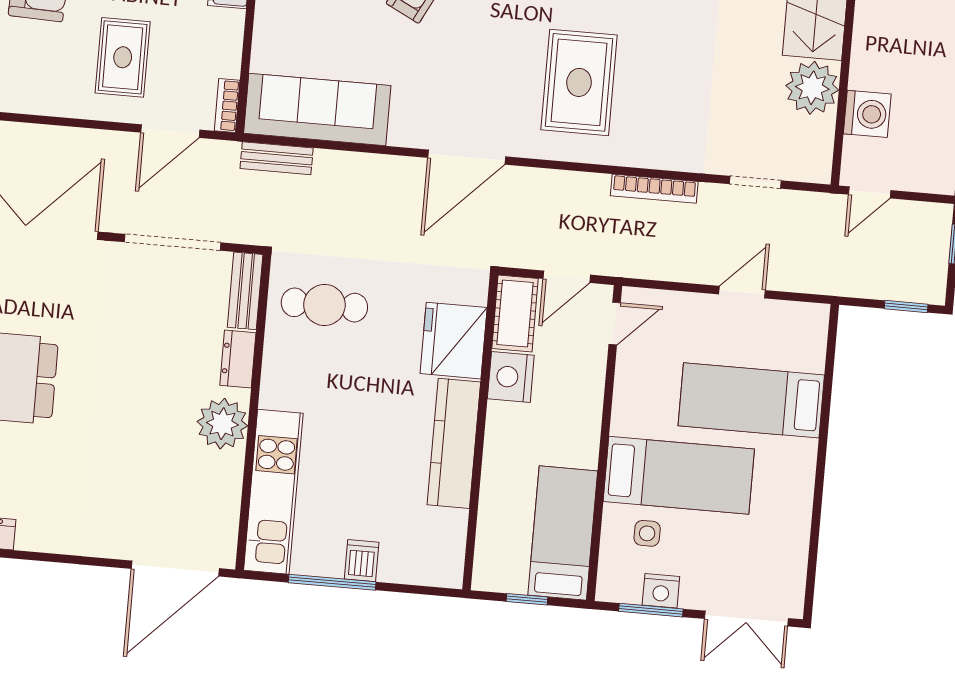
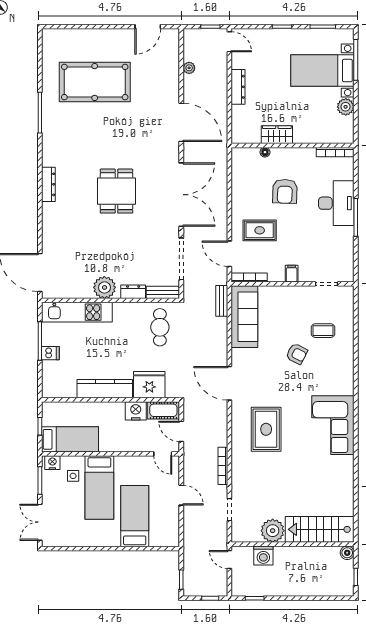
rug: (579, 82) -> (266, 429), turned 90
bookcase: (227, 105) -> (249, 277), width x1.56
door: (742, 292) -> (181, 495), moved
nightstand: (661, 591) -> (52, 463), moved, turned 90

